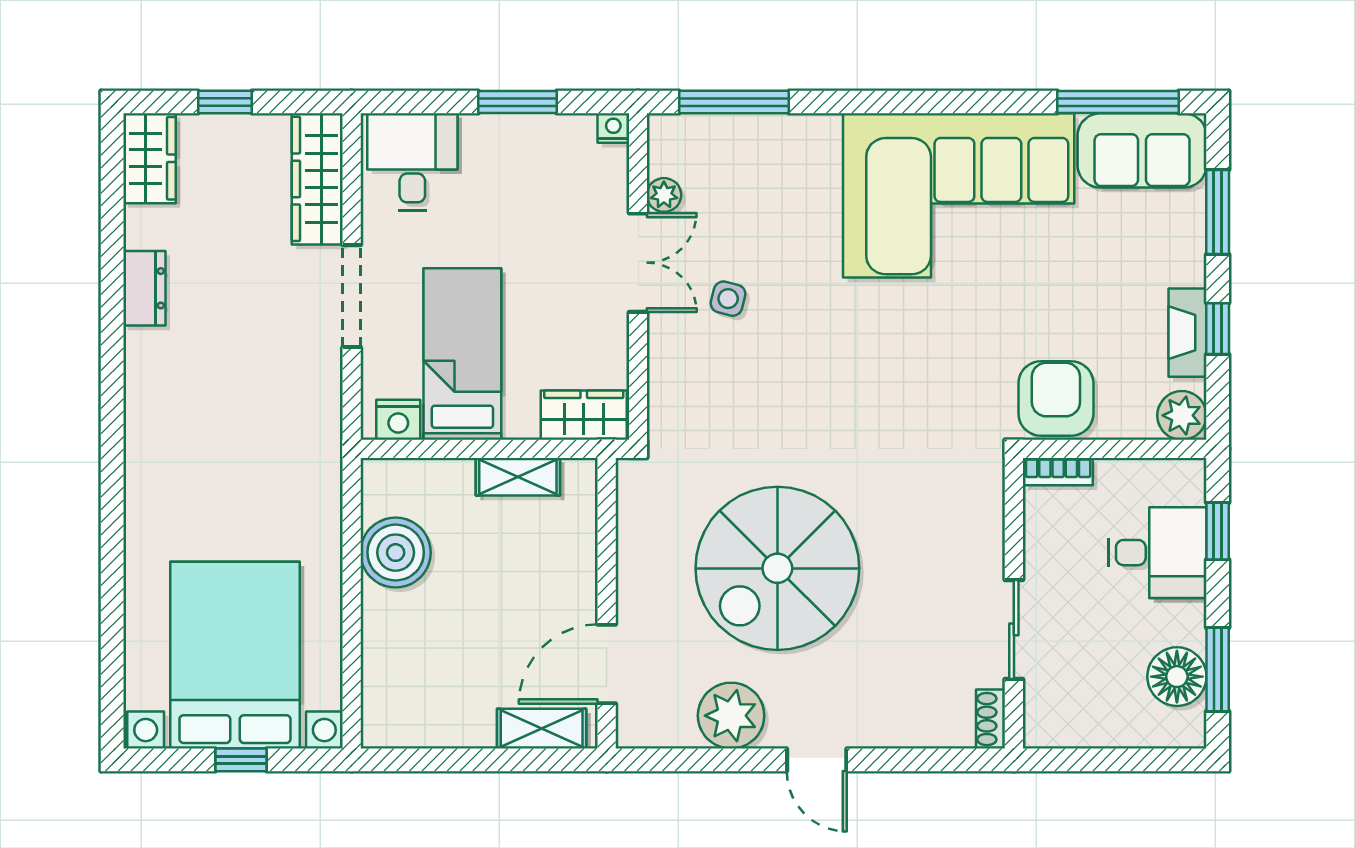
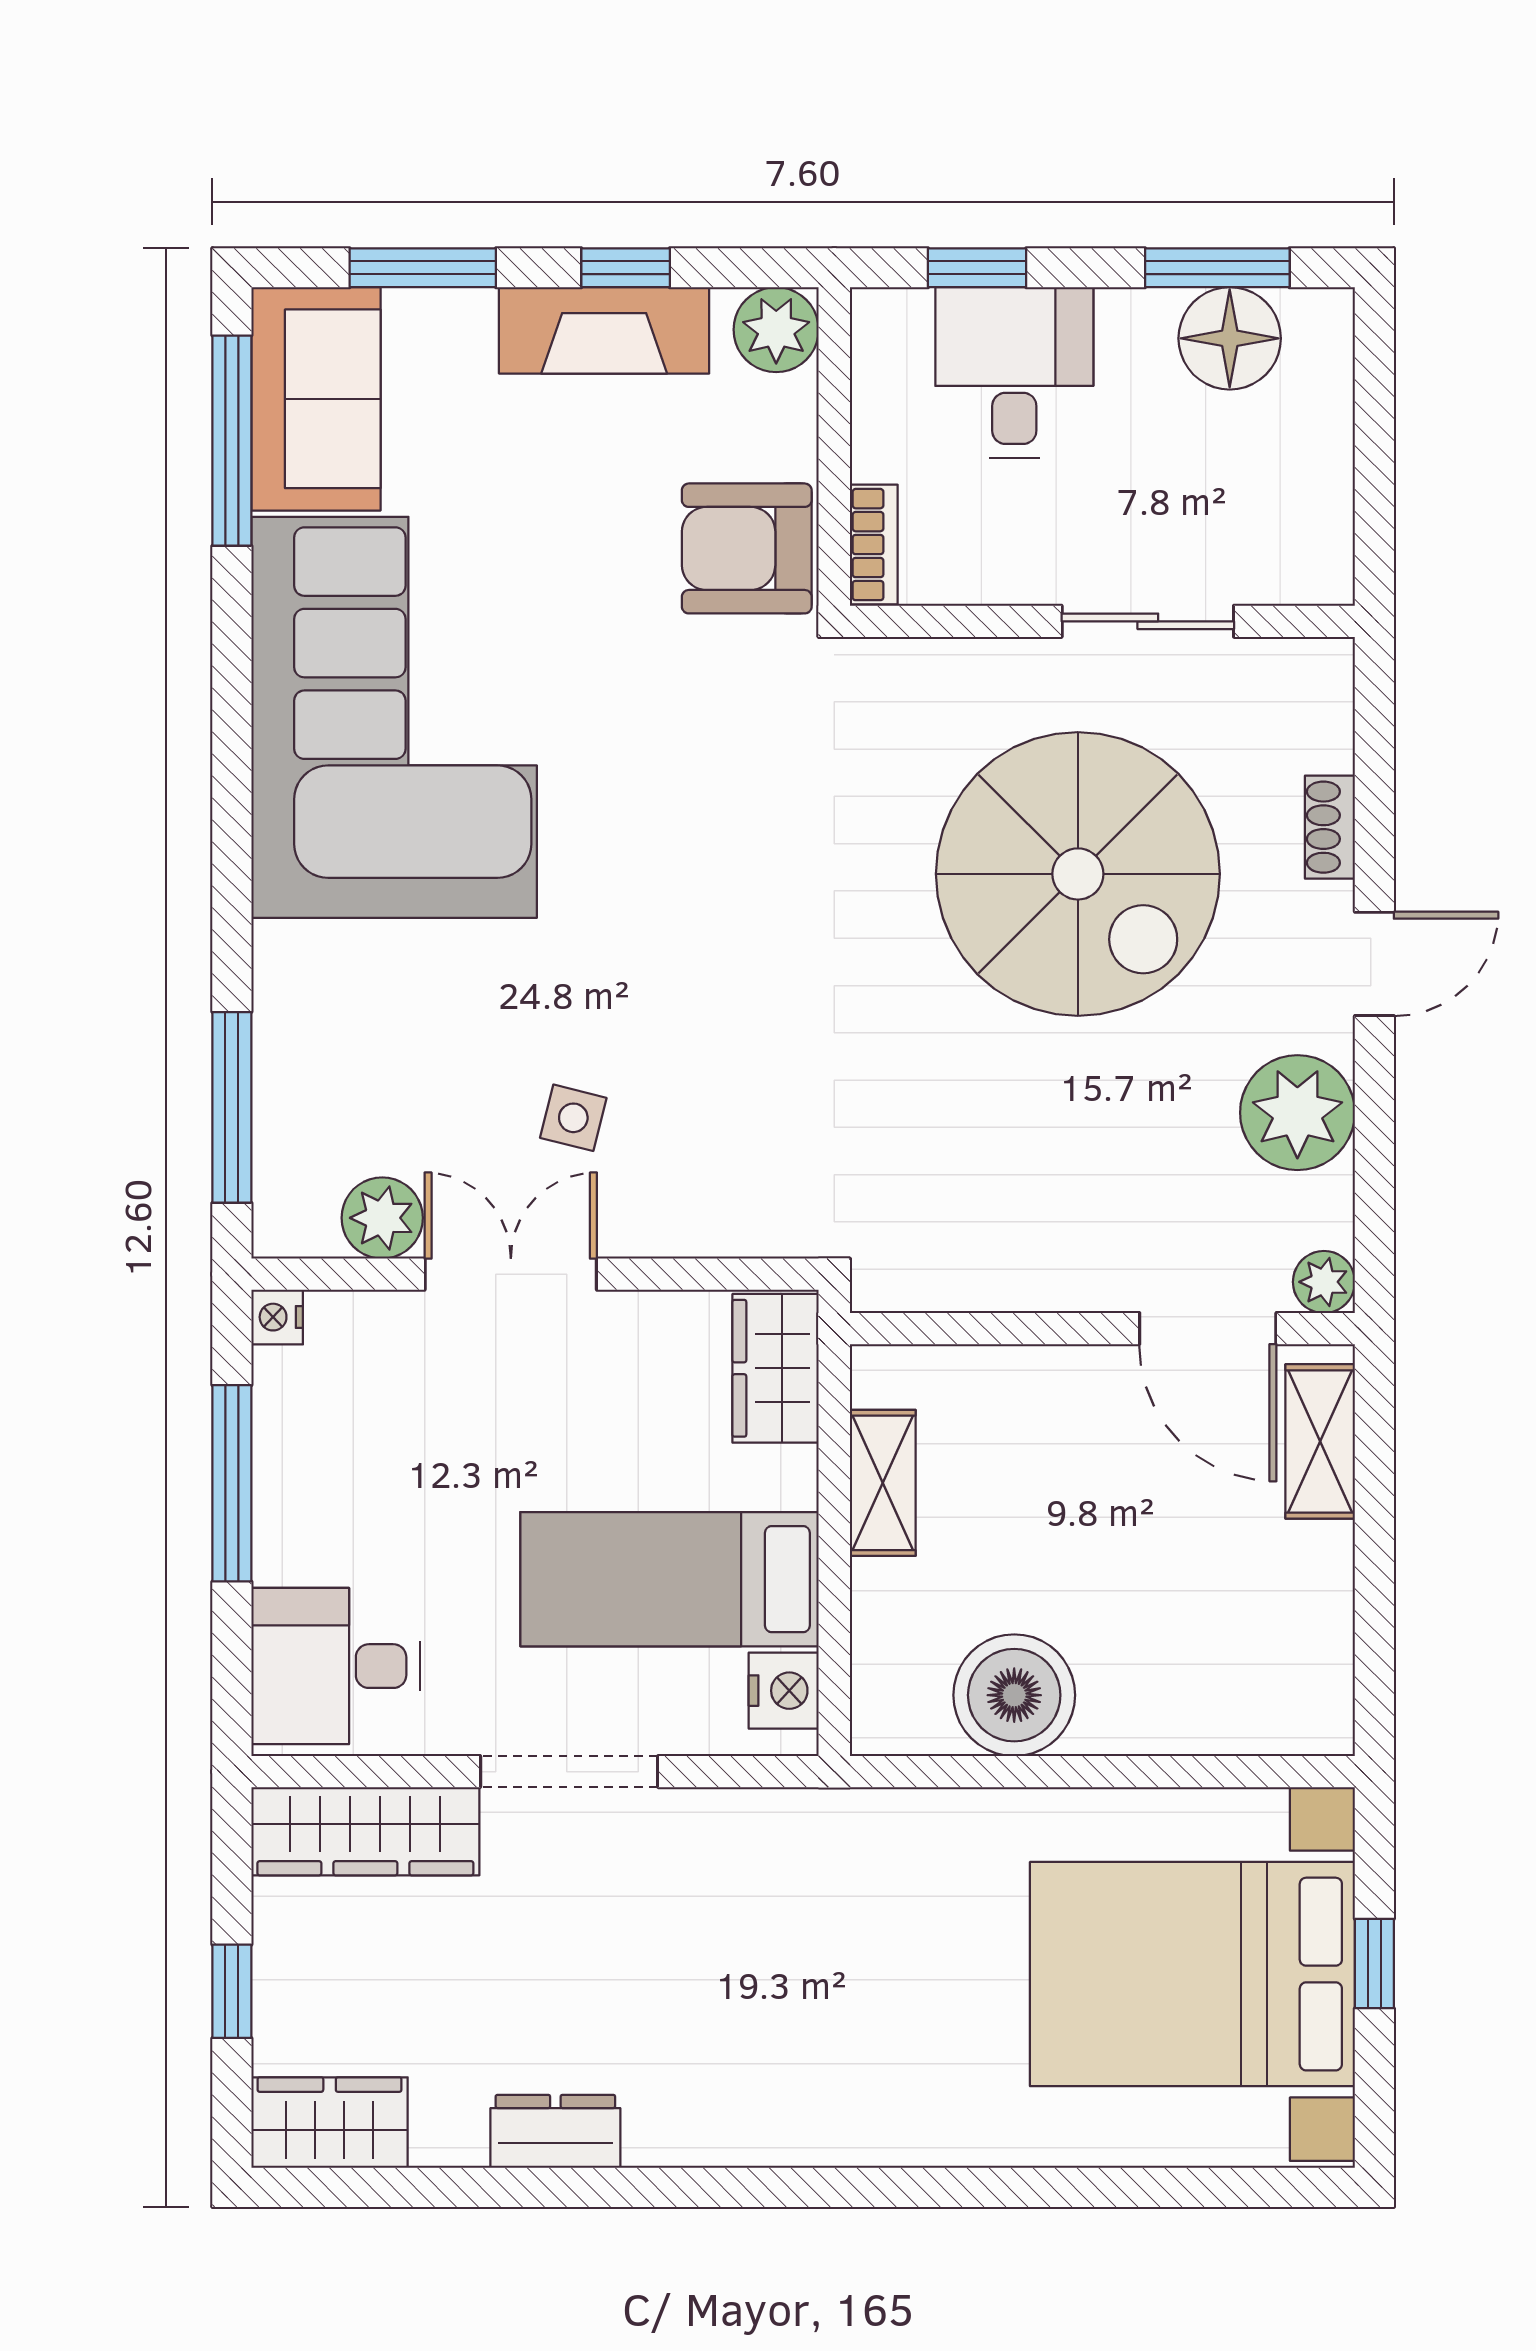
window: (518, 102) -> (232, 1483), width x1.44
plant: (664, 195) -> (382, 1218), width x1.38, depth x1.38
fireplace: (1187, 333) -> (604, 330), width x1.37, depth x1.32
spiral stairs: (777, 568) -> (1078, 874), moved
shoe rack: (991, 719) -> (1330, 827), moved, turned 90
plant: (634, 731) -> (1324, 1282), added

